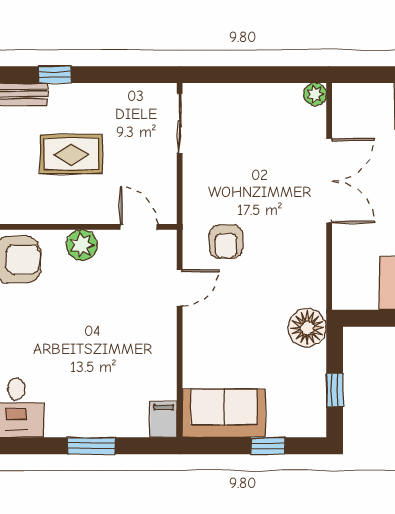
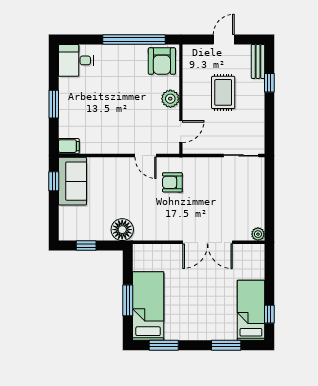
window: (268, 446) -> (54, 181), moved

